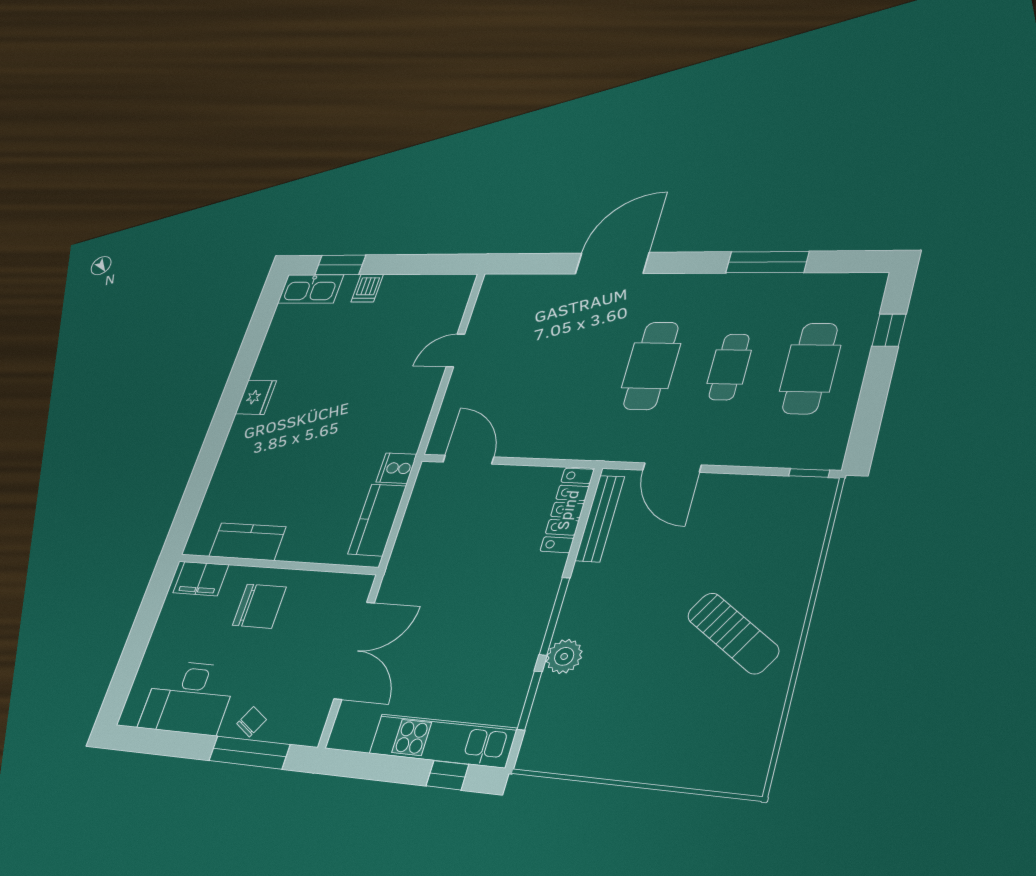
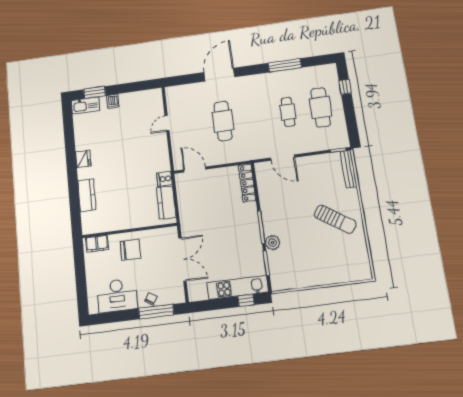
cafe table: (651, 366) -> (223, 121), moved
bench: (600, 518) -> (349, 169), moved
kitchen counter: (247, 542) -> (87, 195), moved, turned 90

